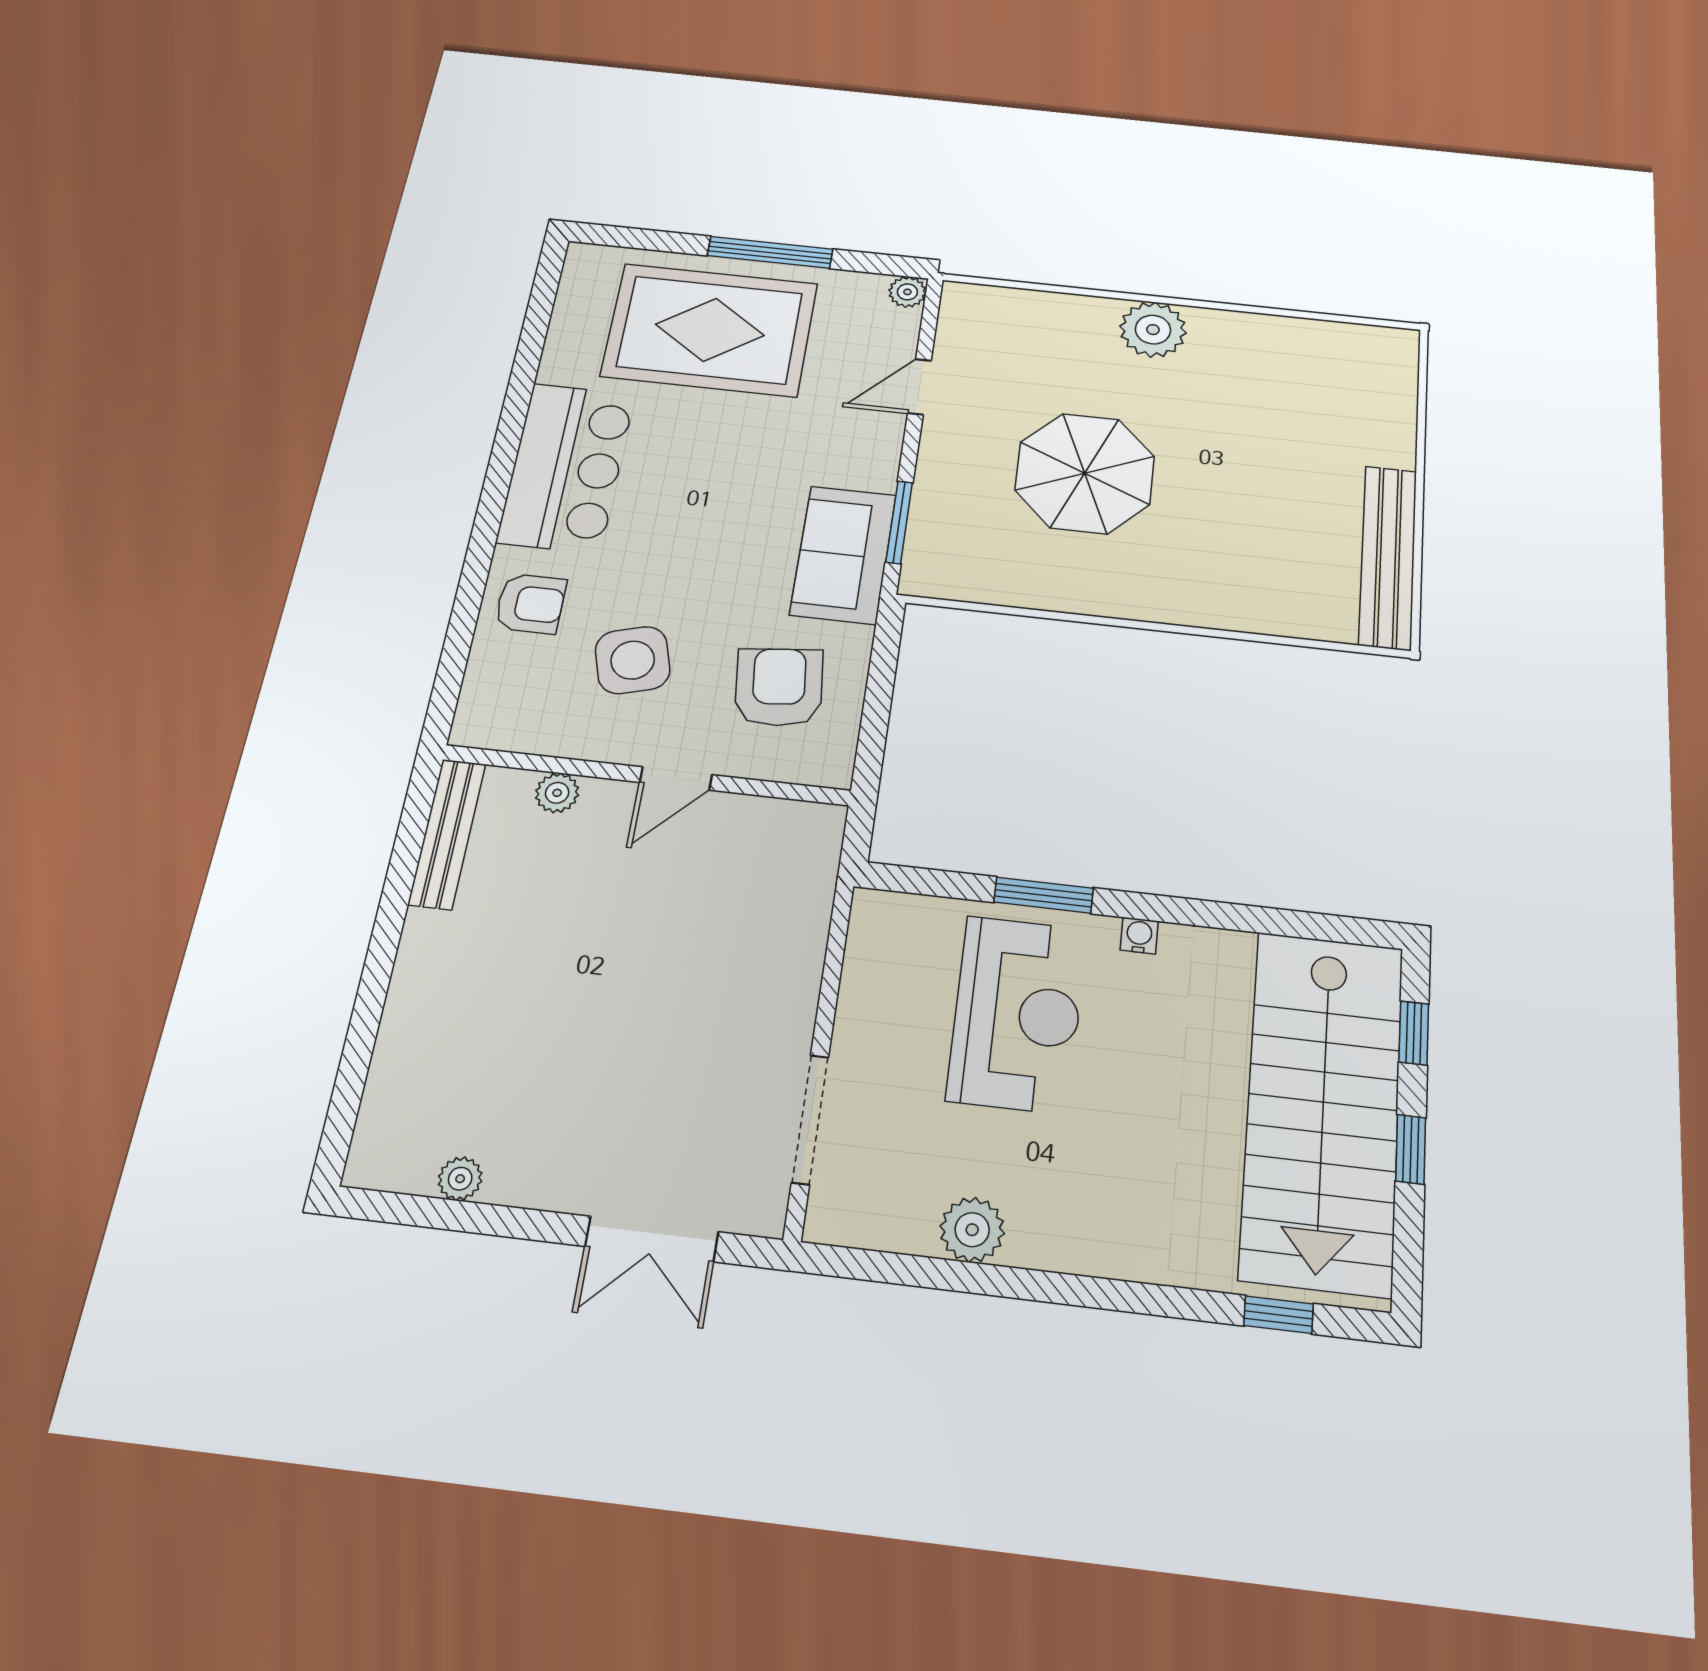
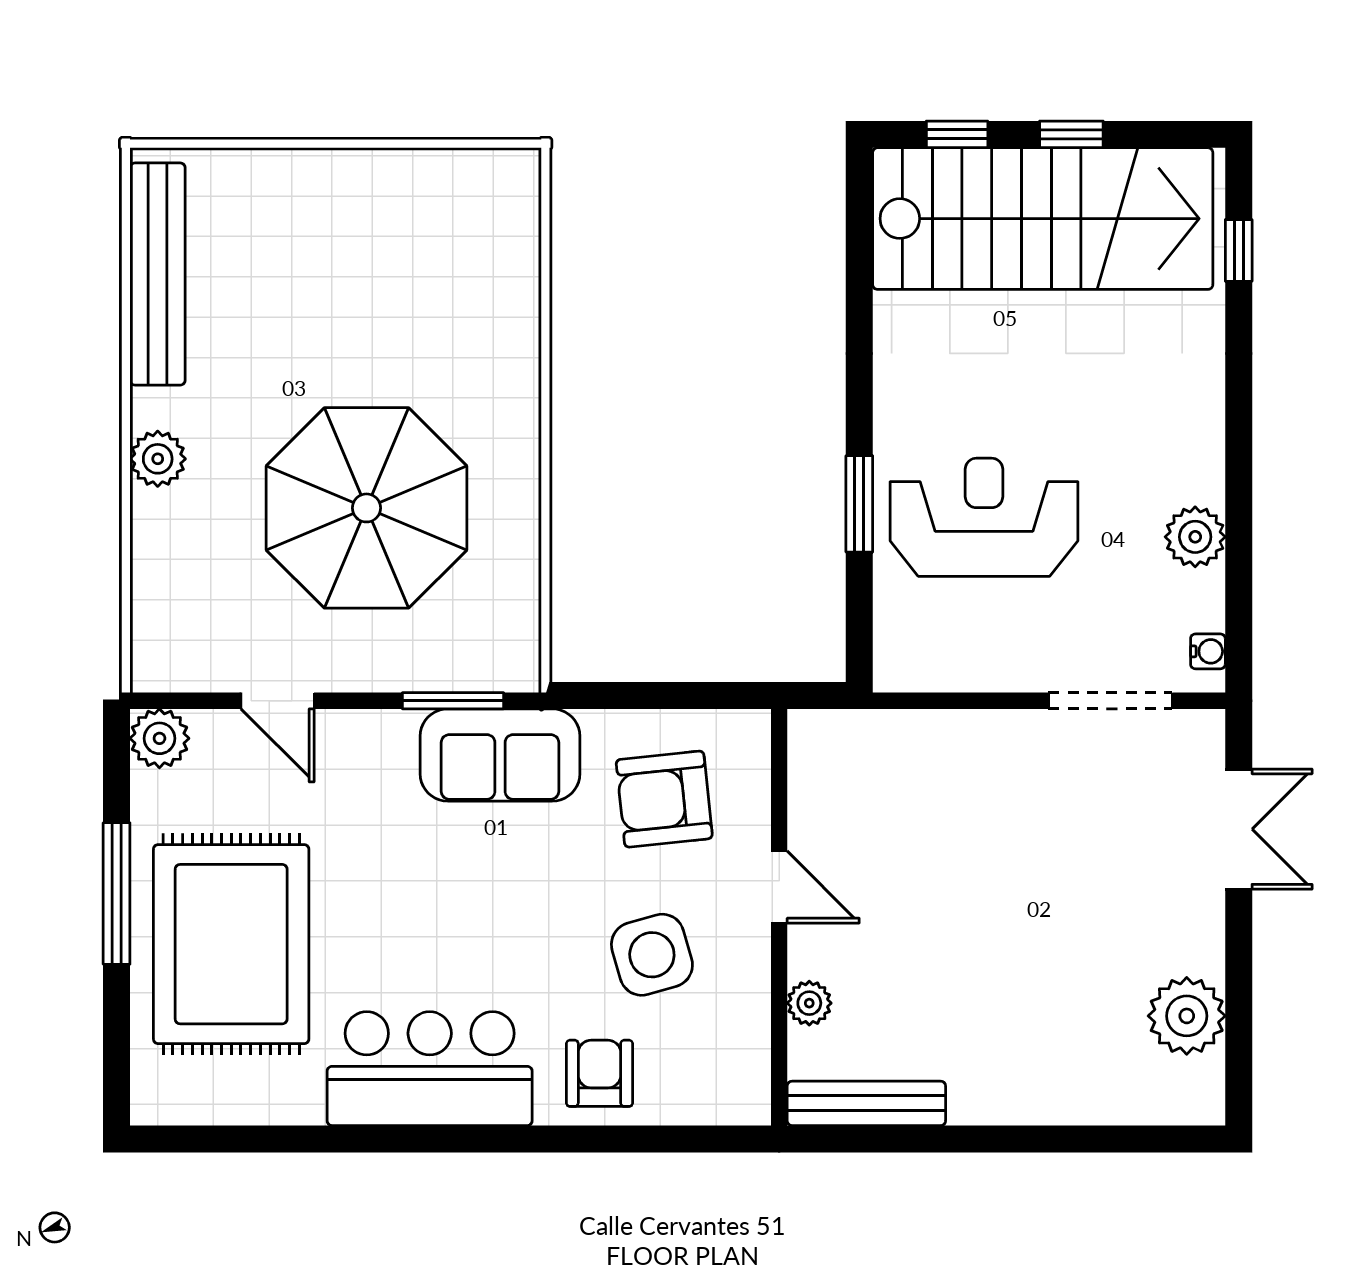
plant: (907, 292) -> (159, 738), width x1.38, depth x1.38
plant: (1153, 330) -> (158, 459), width x0.73, depth x0.73
parasol: (1085, 473) -> (366, 508), width x1.36, depth x1.36
bench: (1388, 557) -> (158, 274), moved, turned 90
water cooler: (1139, 936) -> (1208, 651), moved, turned 180
plant: (460, 1179) -> (1187, 1016), width x1.87, depth x1.87

